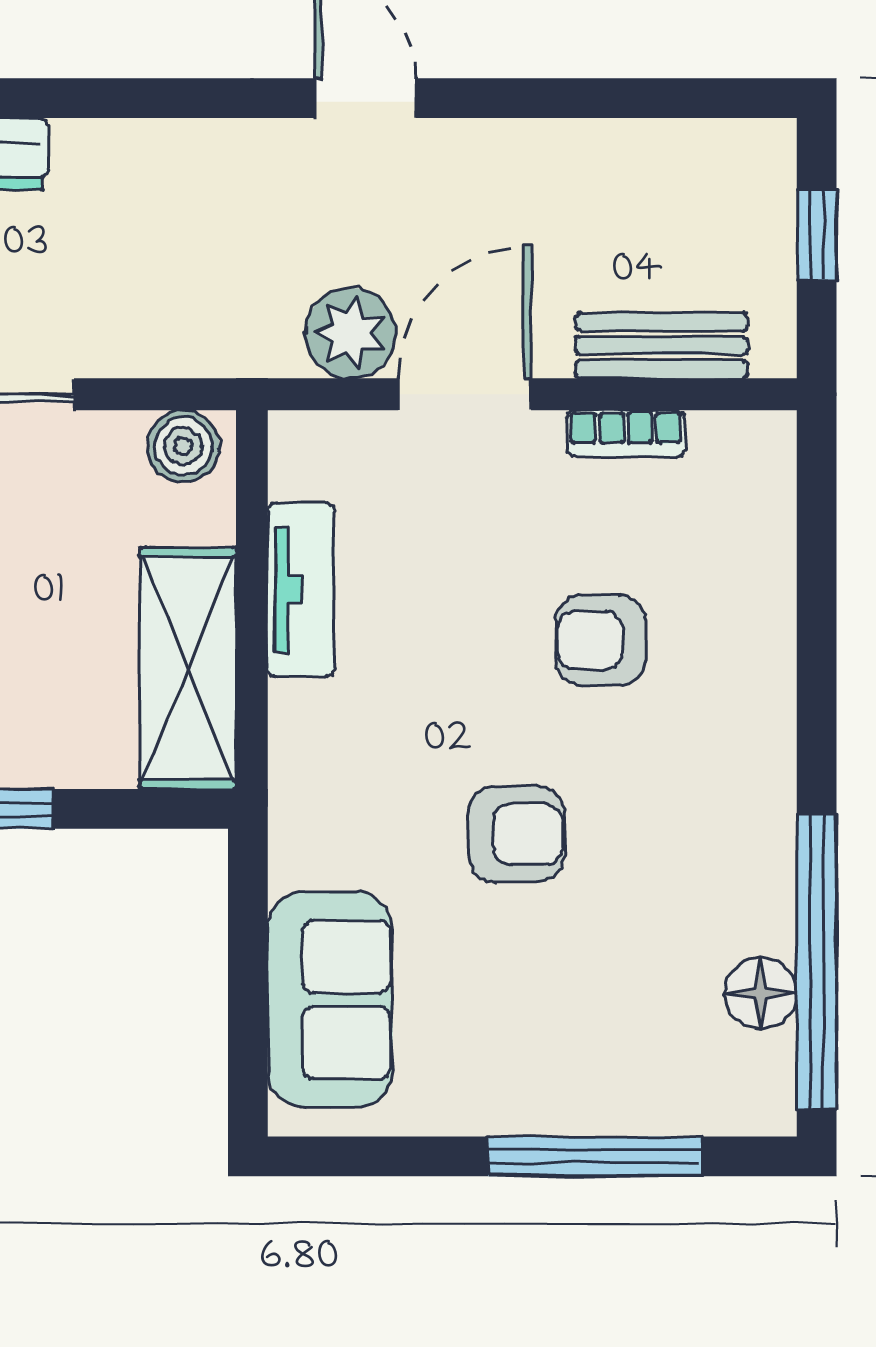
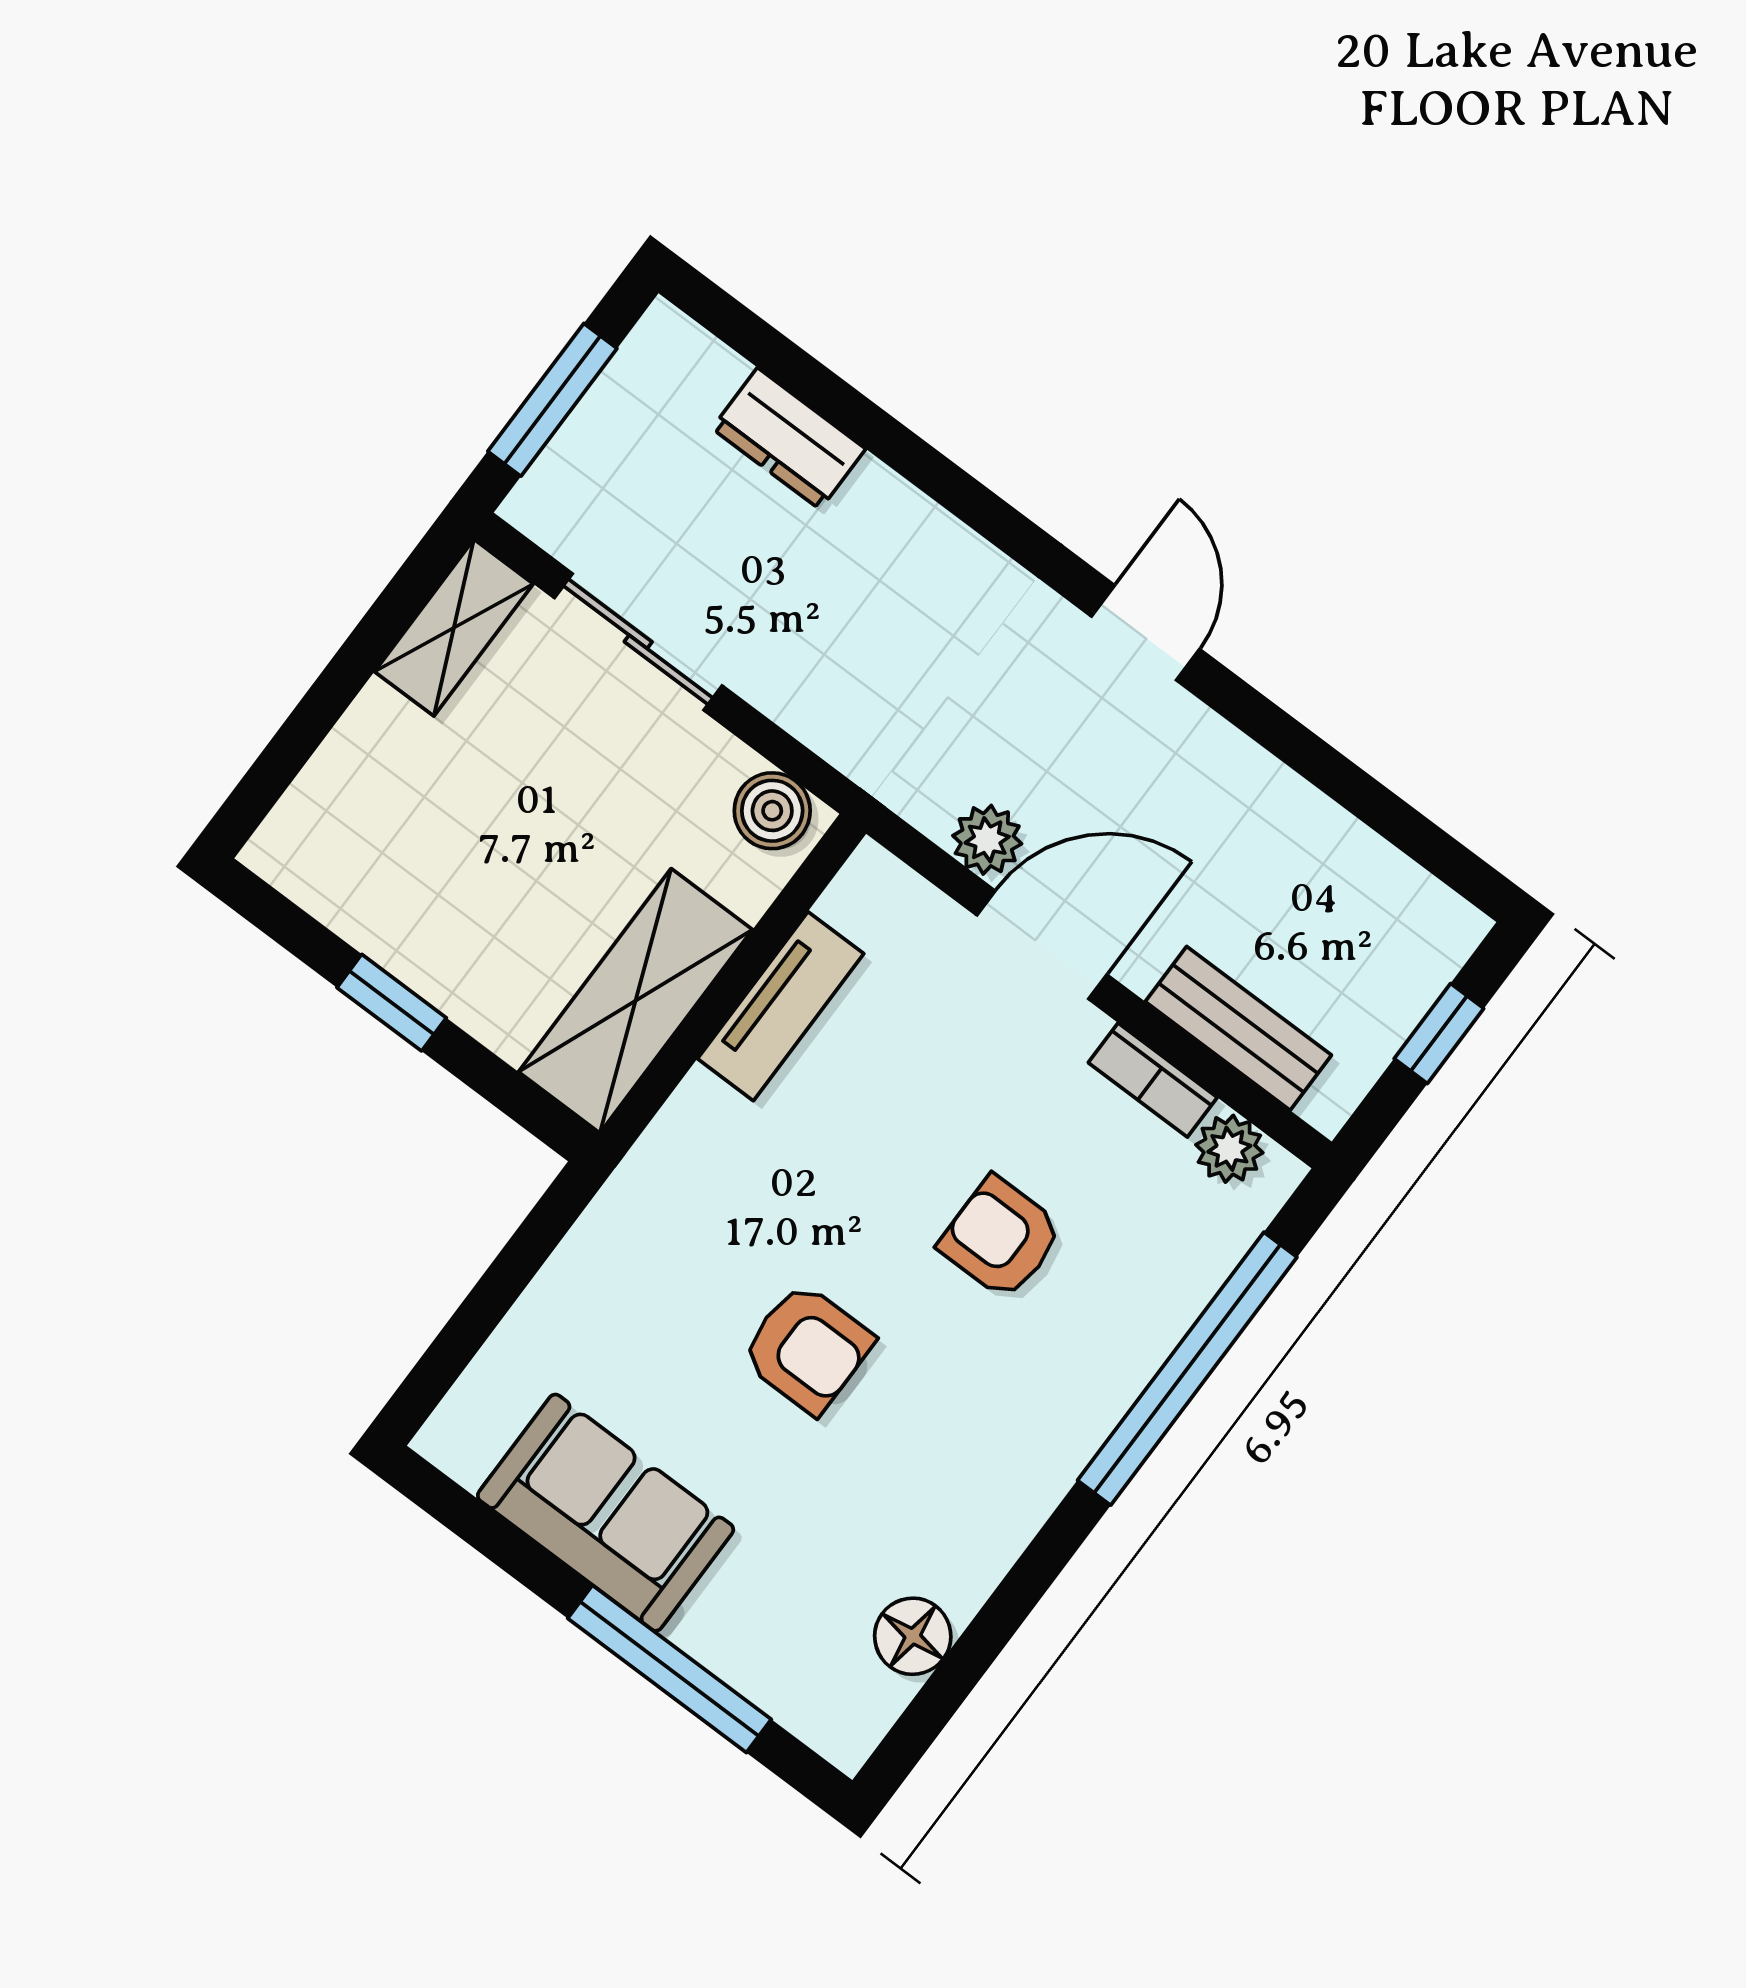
plant: (351, 333) -> (987, 840), width x0.73, depth x0.73
plant: (723, 442) -> (1229, 1149), added
window: (817, 963) -> (1187, 1369), moved
sofa: (330, 1000) -> (606, 1513), moved, turned -90

